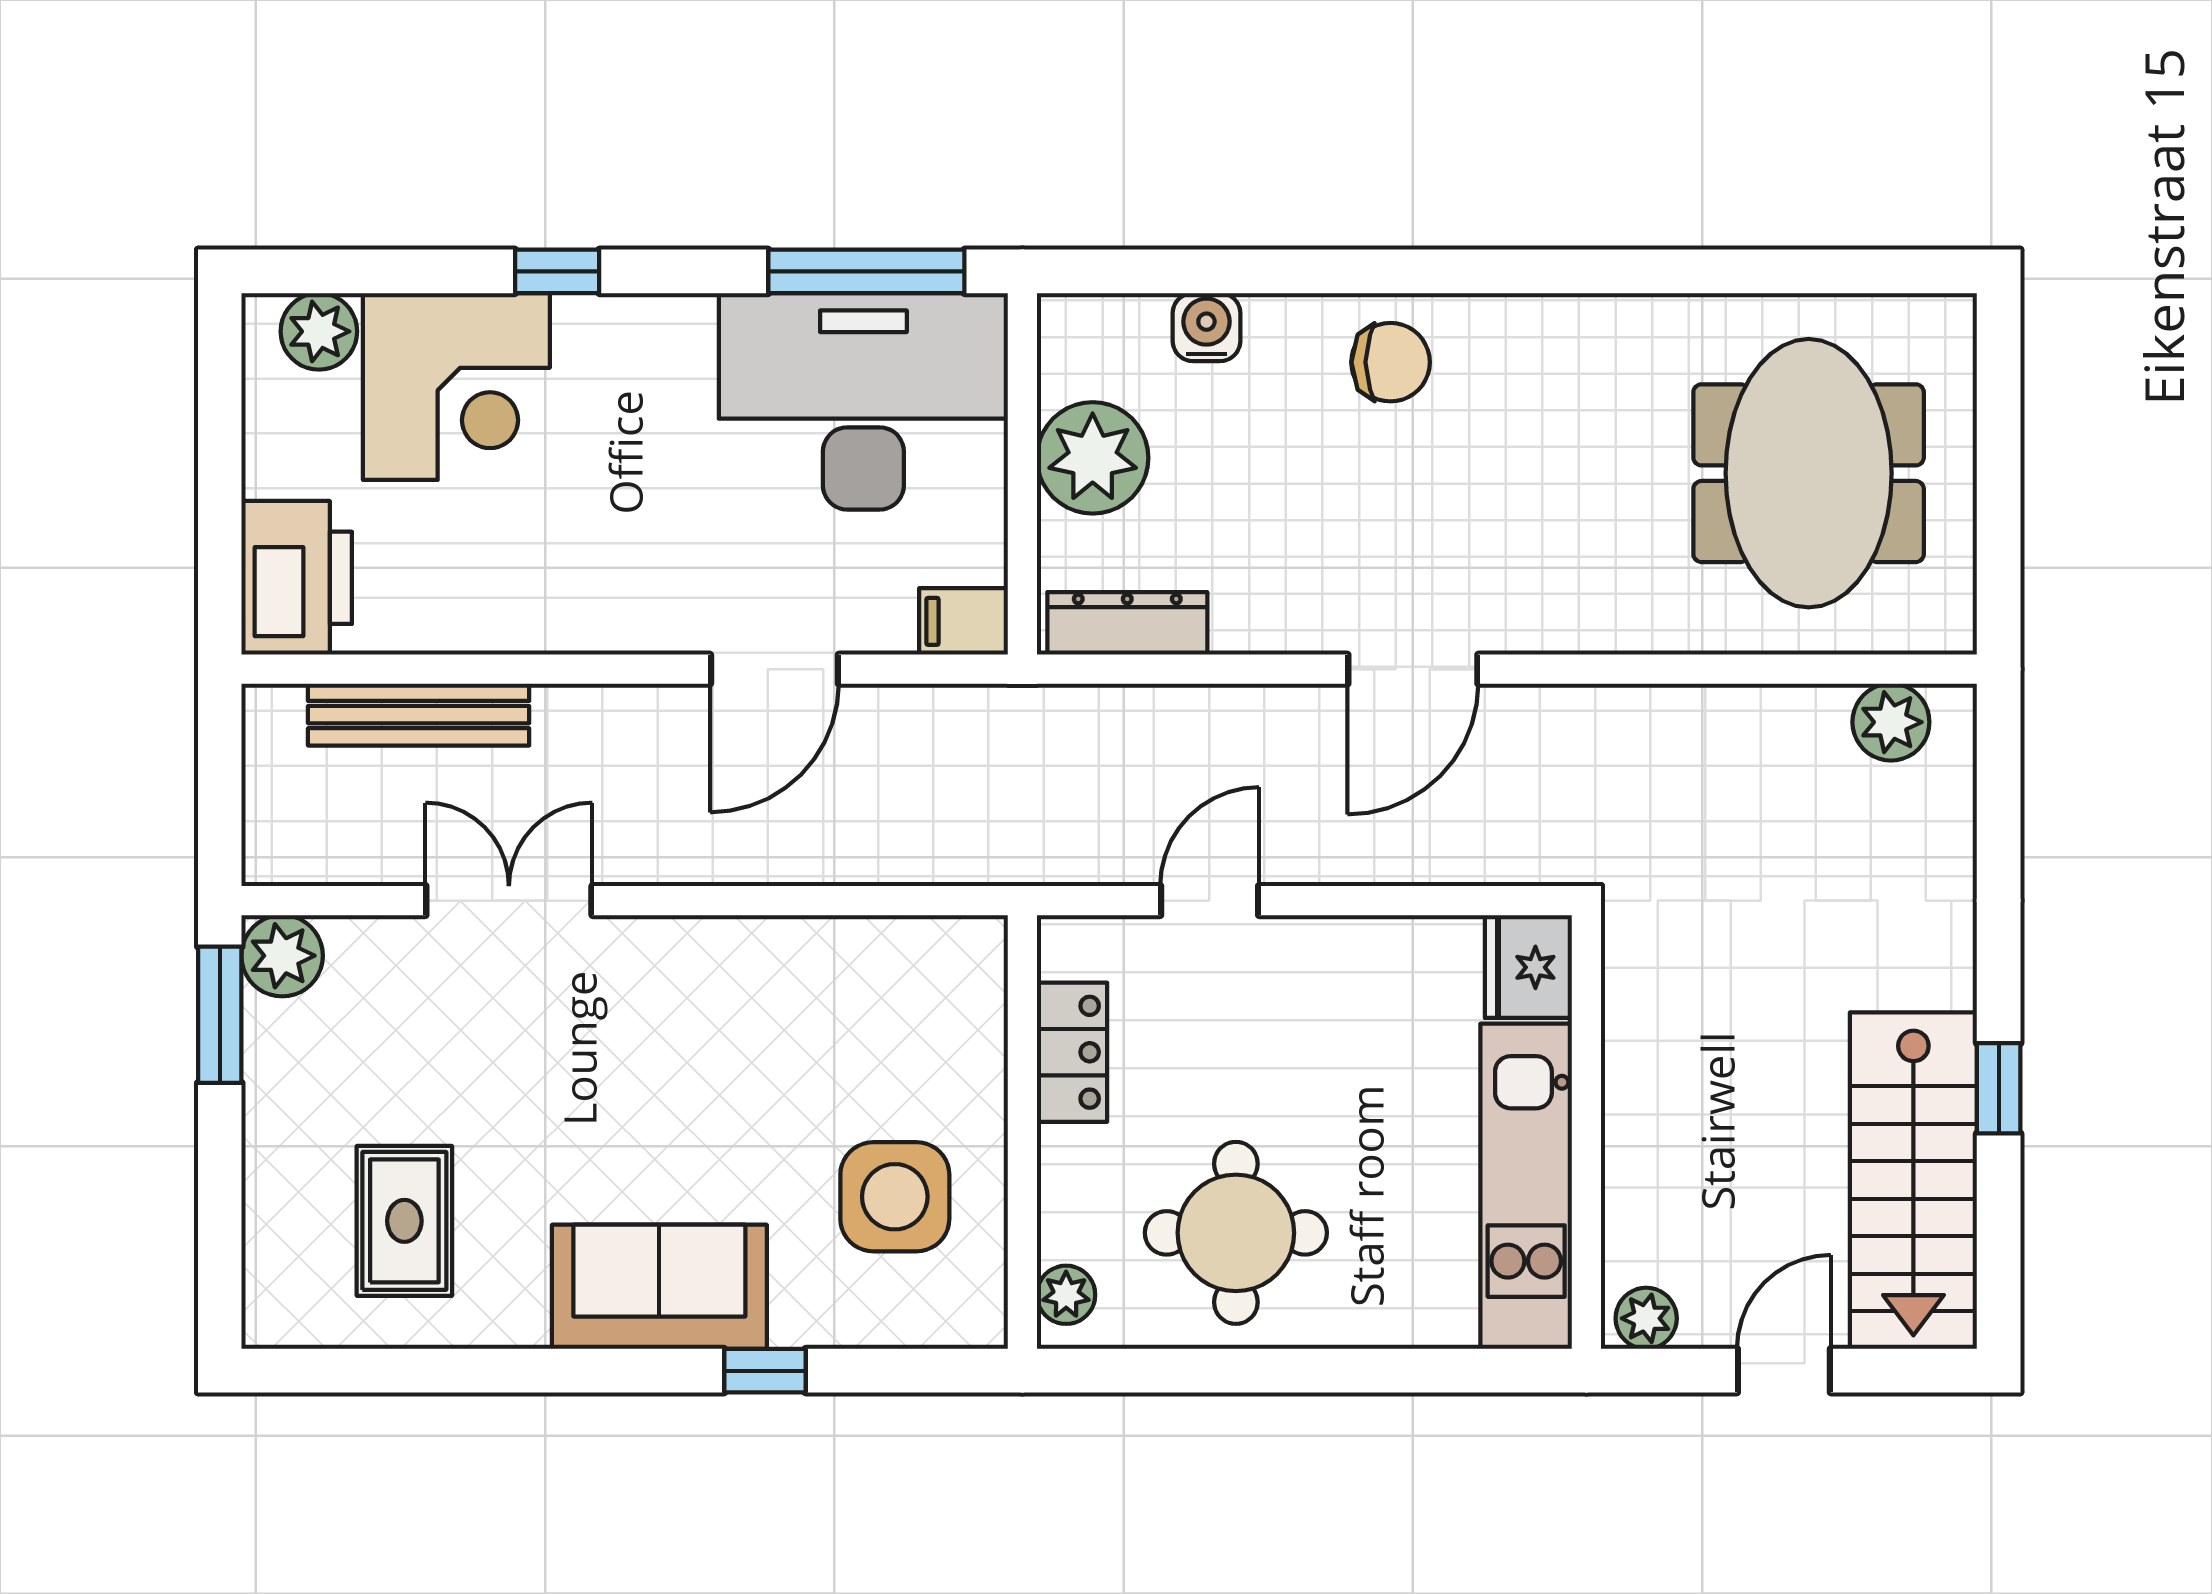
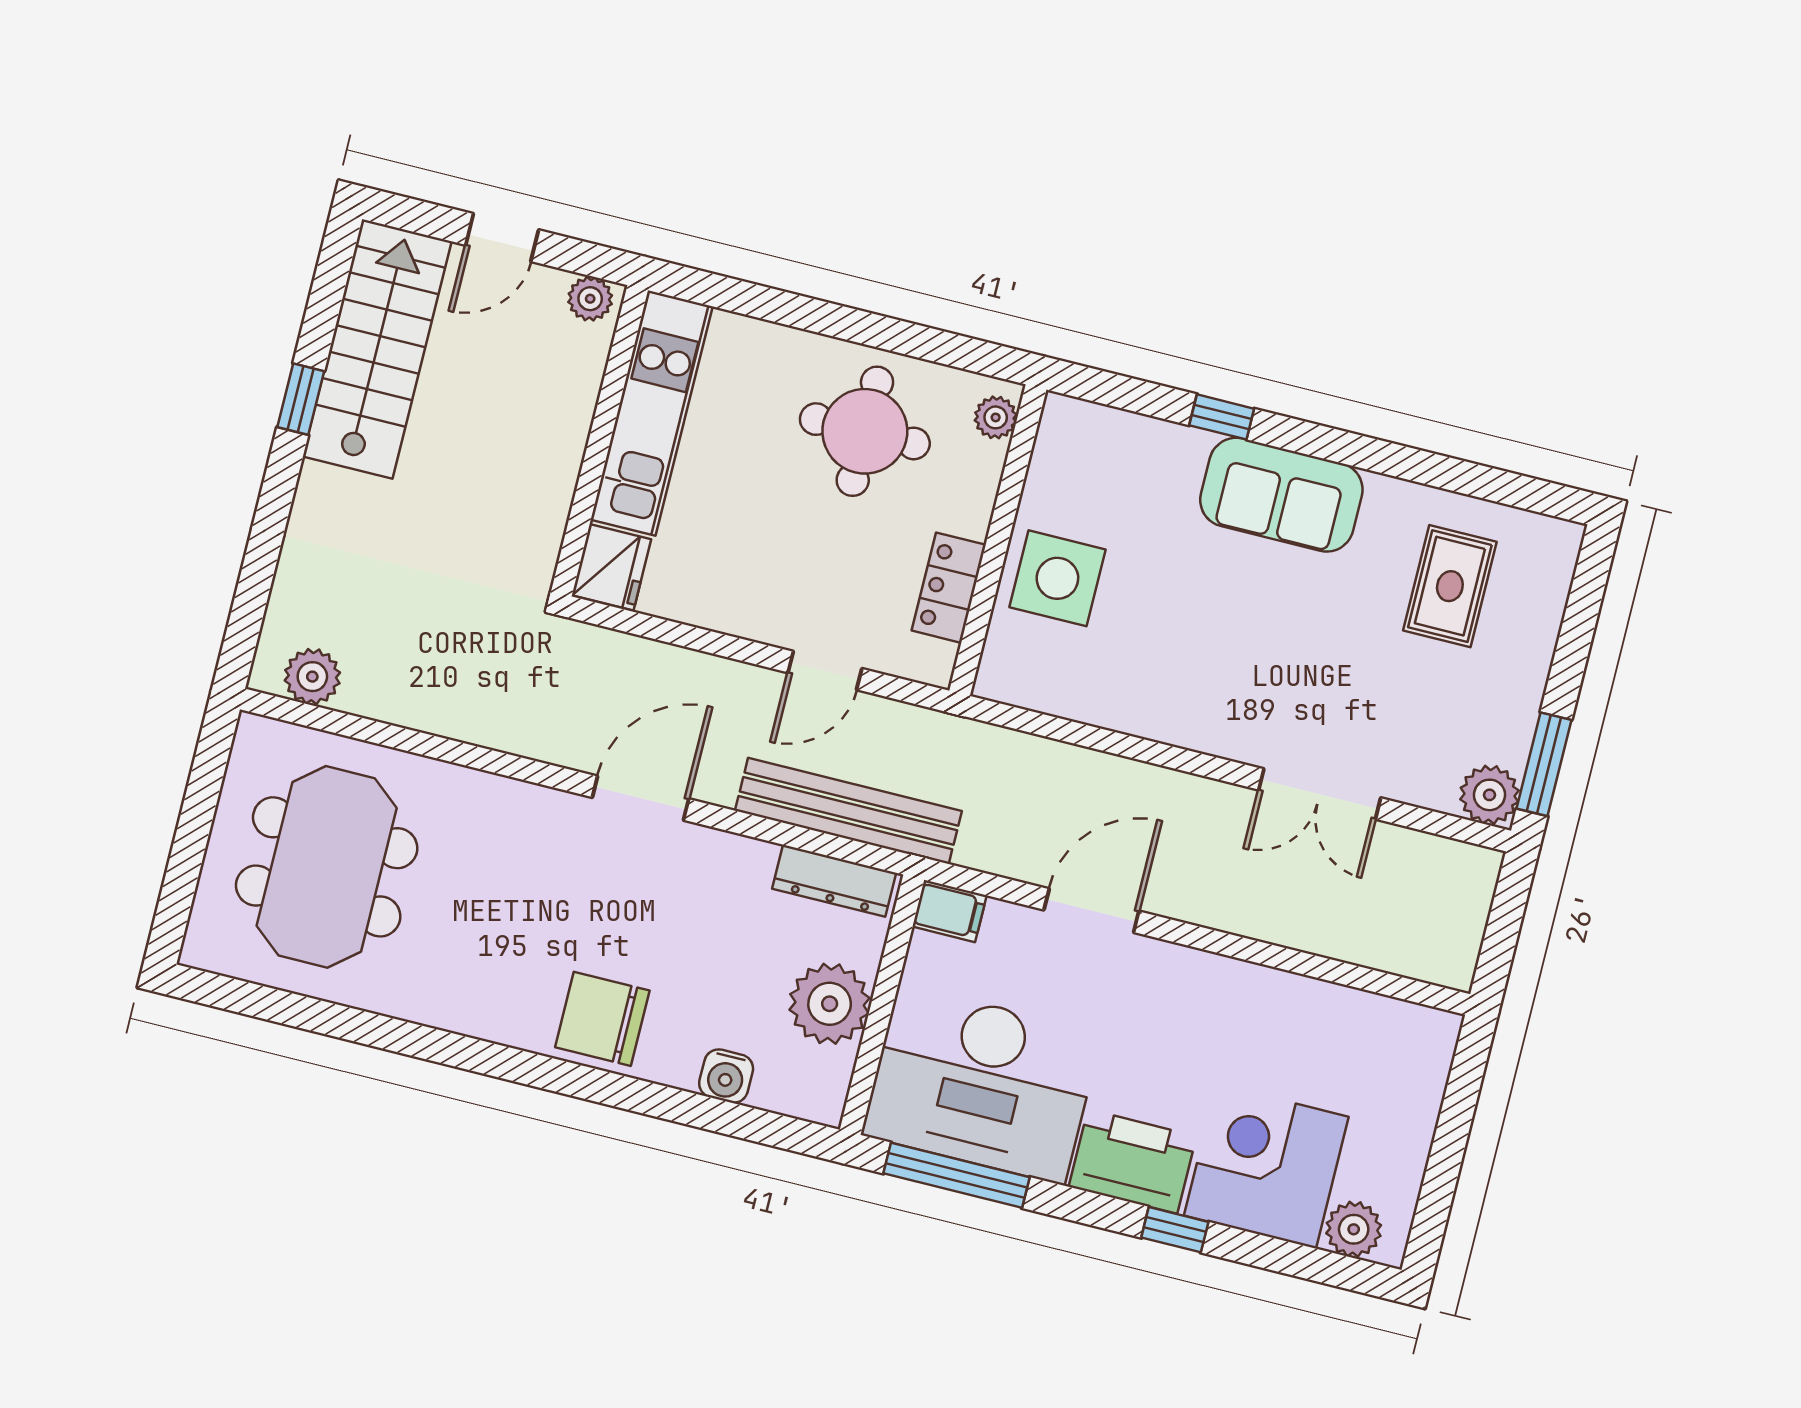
chair: (1391, 362) -> (602, 1019), width x1.37, depth x1.37
printer: (297, 578) -> (1133, 1161), moved, turned 90
bench: (419, 715) -> (848, 811), moved, width x1.37, depth x1.21
side table: (895, 1197) -> (1057, 578), moved

